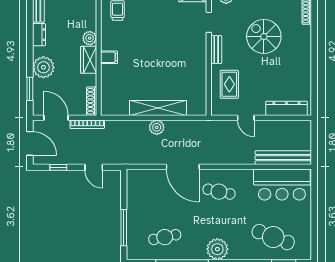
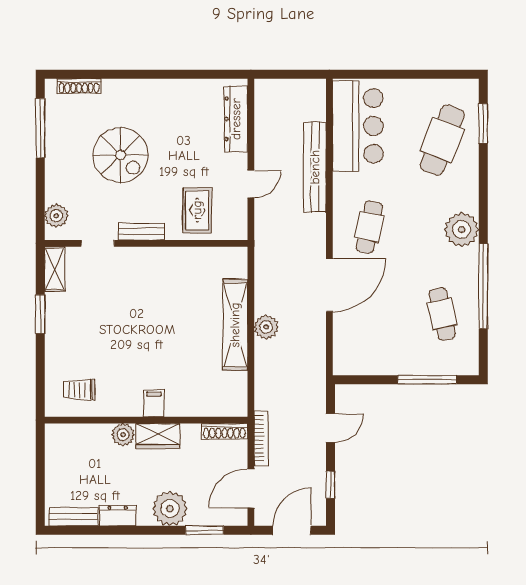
spiral stairs: (264, 36) -> (120, 155), turned -90
rug: (229, 84) -> (197, 210), turned 90
bench: (283, 158) -> (315, 167), moved

